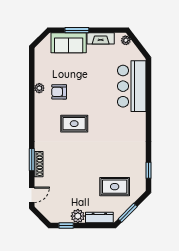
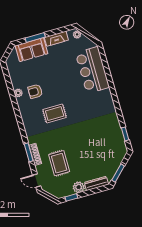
rug: (115, 187) -> (59, 163), moved, turned 90
door: (32, 195) -> (37, 181), swing flipped

